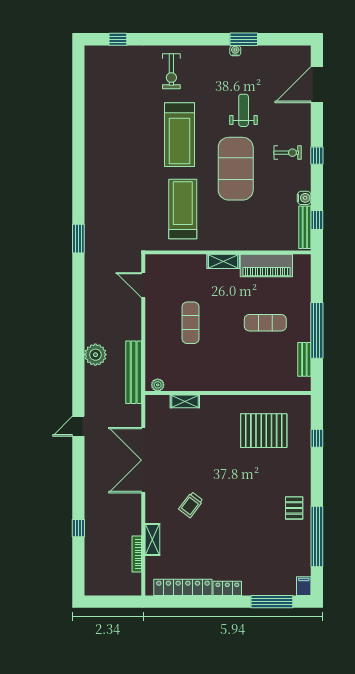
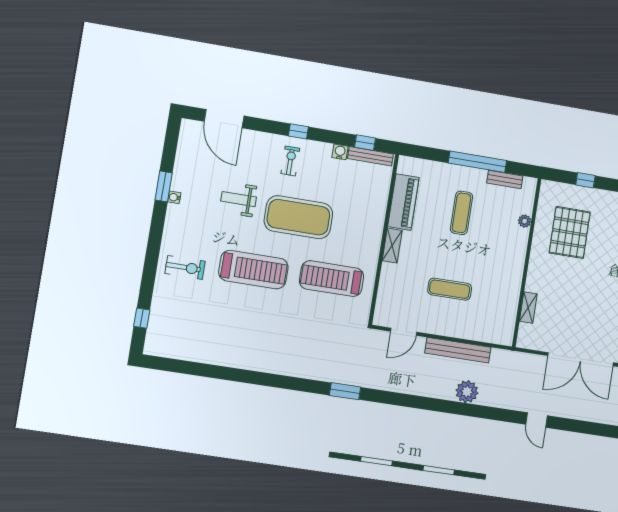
bench: (134, 372) -> (458, 350), moved
plant: (158, 385) -> (525, 221), moved

